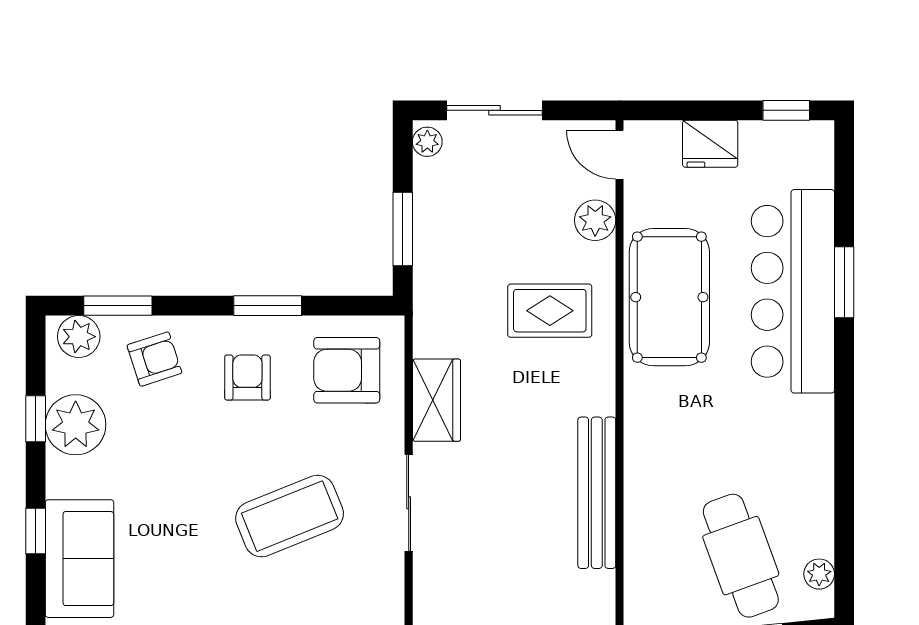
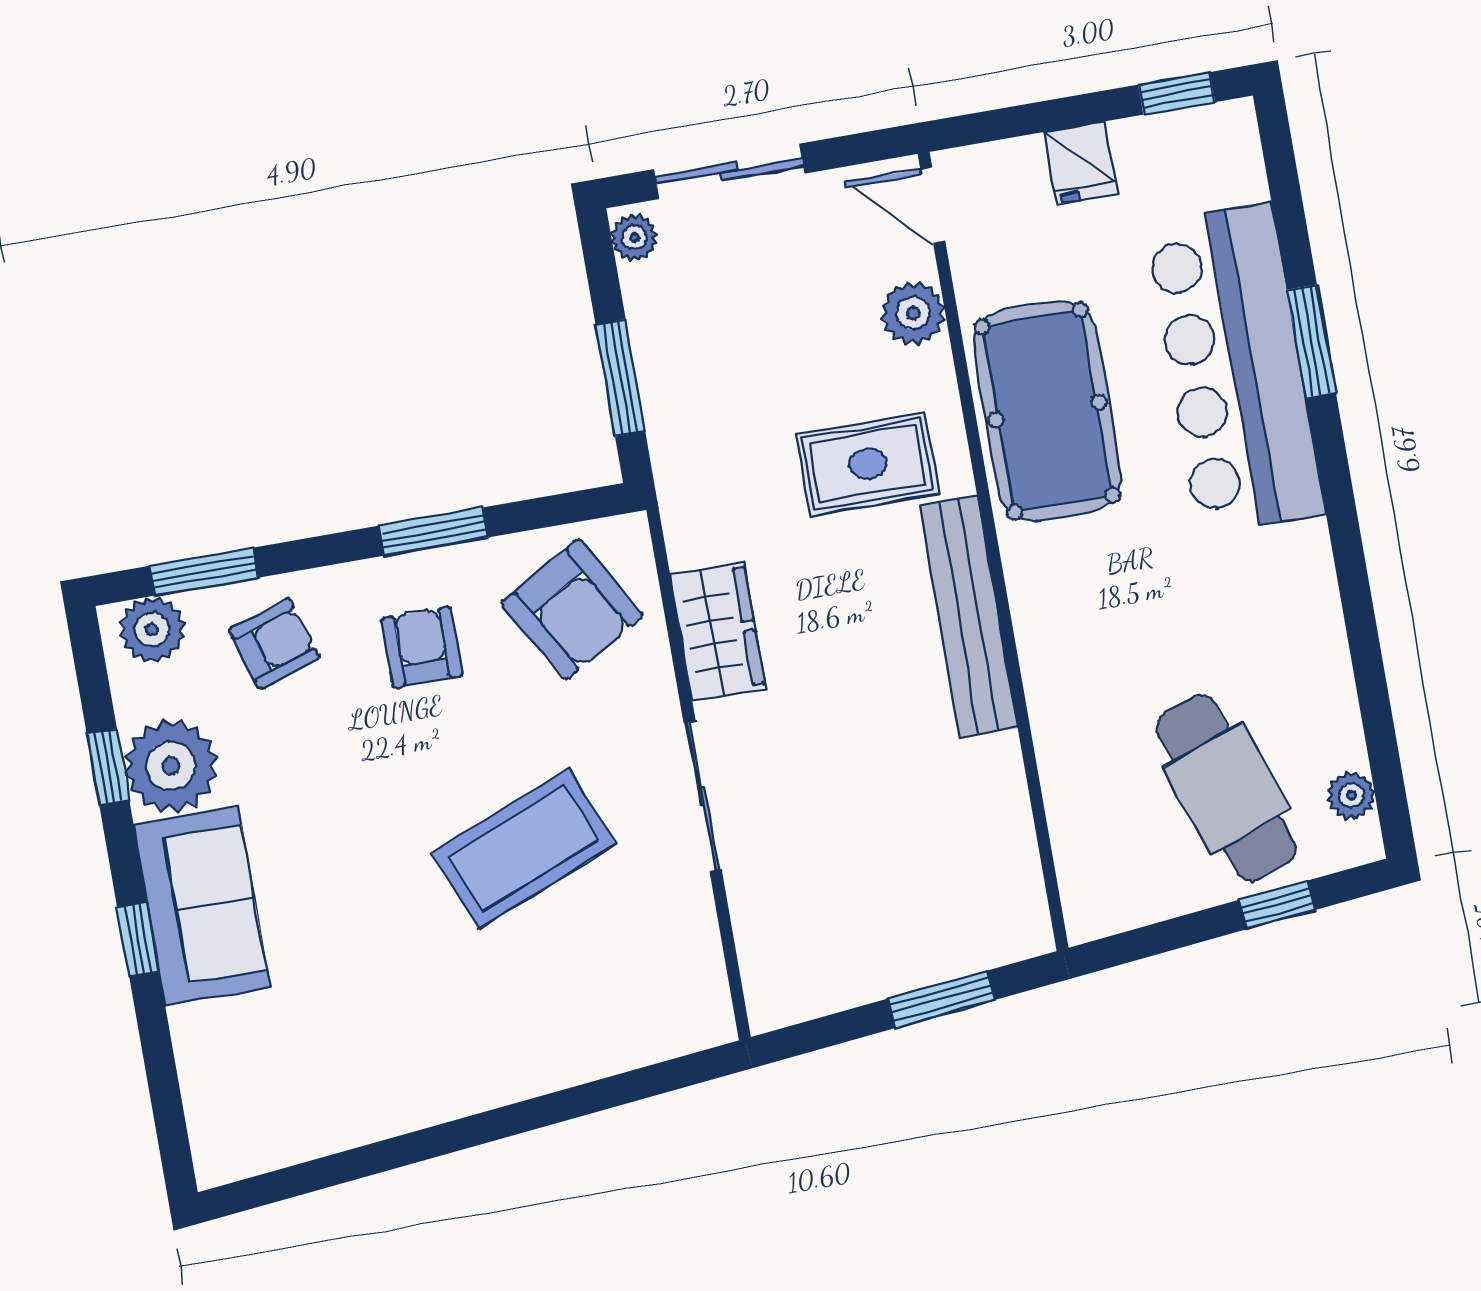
fridge: (710, 144) -> (1081, 163), width x0.72
armchair: (347, 370) -> (572, 609), turned -120
bench: (597, 493) -> (969, 617), moved
sofa: (79, 559) -> (202, 906), moved

